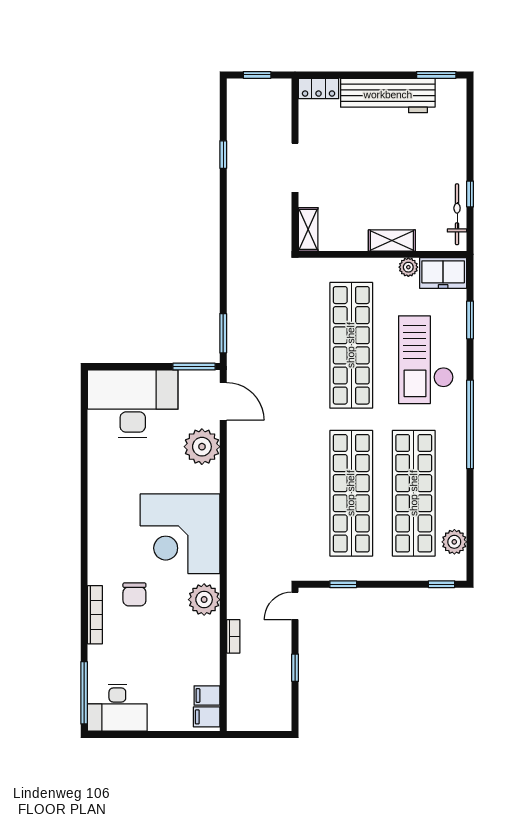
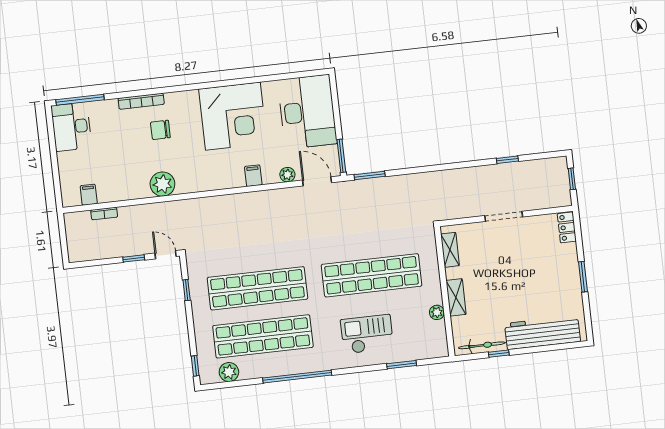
window: (436, 75) -> (583, 277), moved
workbench: (388, 95) -> (543, 332), moved, turned 90
shelving: (308, 229) -> (450, 250), moved, turned 90
freezer: (443, 273) -> (435, 340), removed
checkout: (426, 360) -> (367, 334), width x0.73, depth x0.83
door: (223, 401) -> (317, 181), swing flipped
window: (470, 424) -> (297, 377), moved
plant: (202, 447) -> (287, 175), width x0.53, depth x0.53
corner desk: (180, 534) -> (233, 116), moved, turned 180
bookcase: (233, 636) -> (104, 214), moved
window: (295, 668) -> (134, 258), moved
filing cabinet: (207, 717) -> (253, 176), moved

